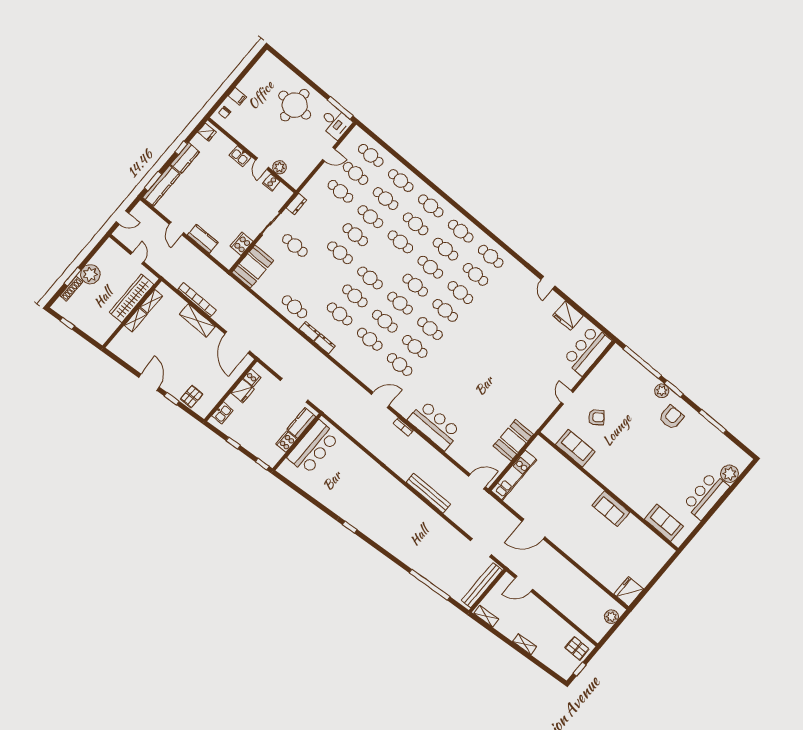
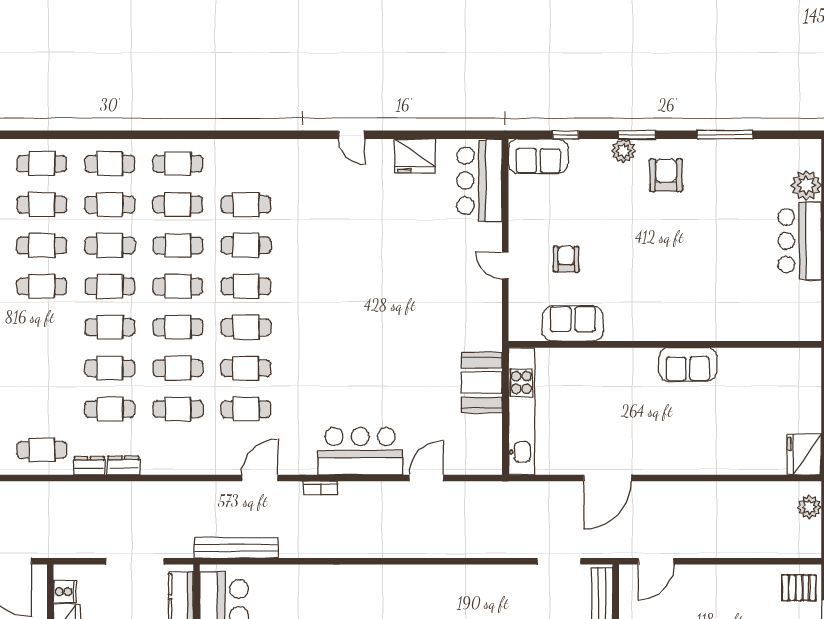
cafe table: (340, 253) -> (110, 286), moved
cafe table: (491, 256) -> (246, 164), removed
window: (642, 362) -> (566, 135), width x0.32
armchair: (596, 417) -> (566, 259), turned -52
kitchen unit: (514, 475) -> (521, 412), width x1.36
door: (477, 482) -> (426, 478), moved
bench: (428, 493) -> (236, 548), moved
sofa: (664, 523) -> (538, 156), moved, turned 180

